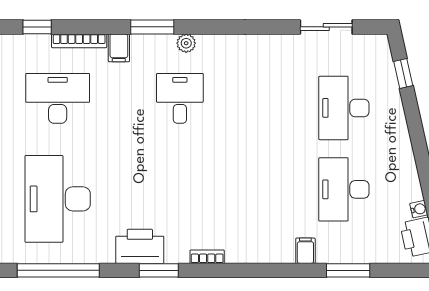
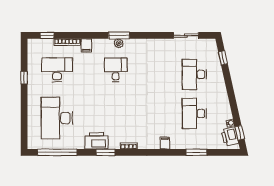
window: (152, 27) -> (119, 35), moved
filing cabinet: (305, 251) -> (165, 143), moved

